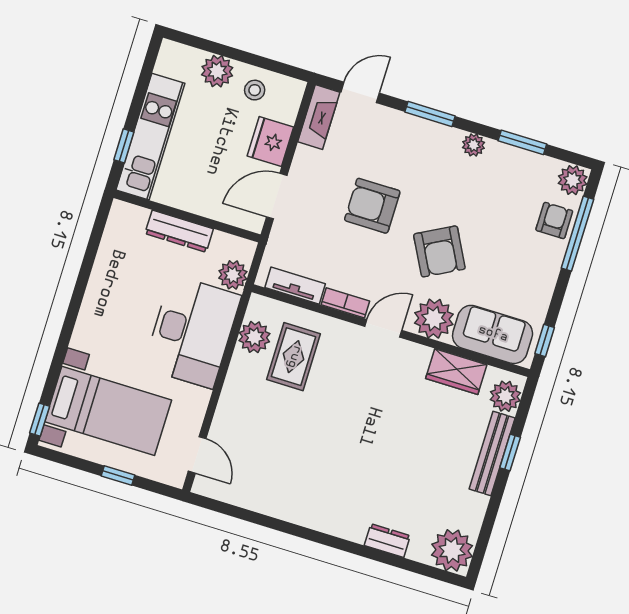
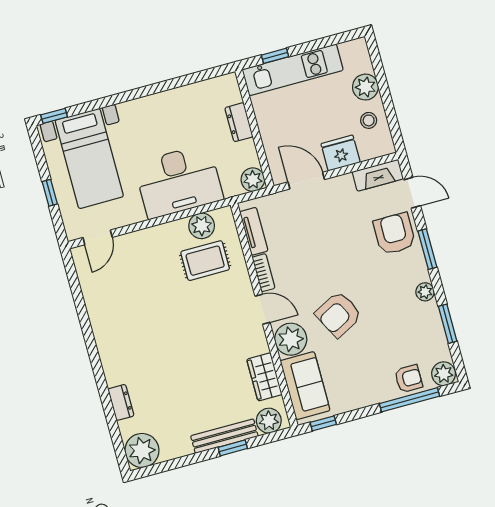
armchair: (372, 206) -> (394, 234), moved
dresser: (179, 231) -> (239, 122), width x0.70
plant: (233, 275) -> (253, 180), moved

